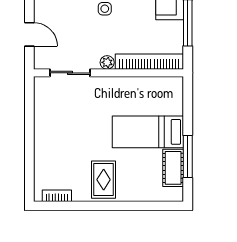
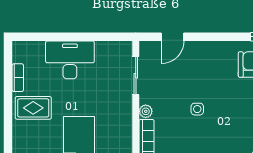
desk: (54, 141) -> (70, 60), added
bookcase: (57, 196) -> (18, 78), moved

